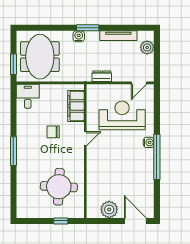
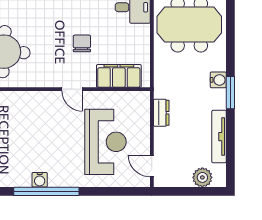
water cooler: (149, 142) -> (40, 180), moved

